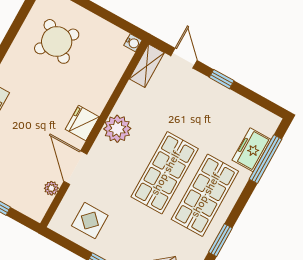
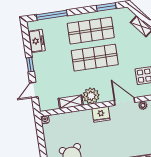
shelving: (147, 66) -> (71, 102), moved
freezer: (252, 150) -> (37, 41), moved, turned -90
door: (75, 168) -> (125, 102), swing flipped

